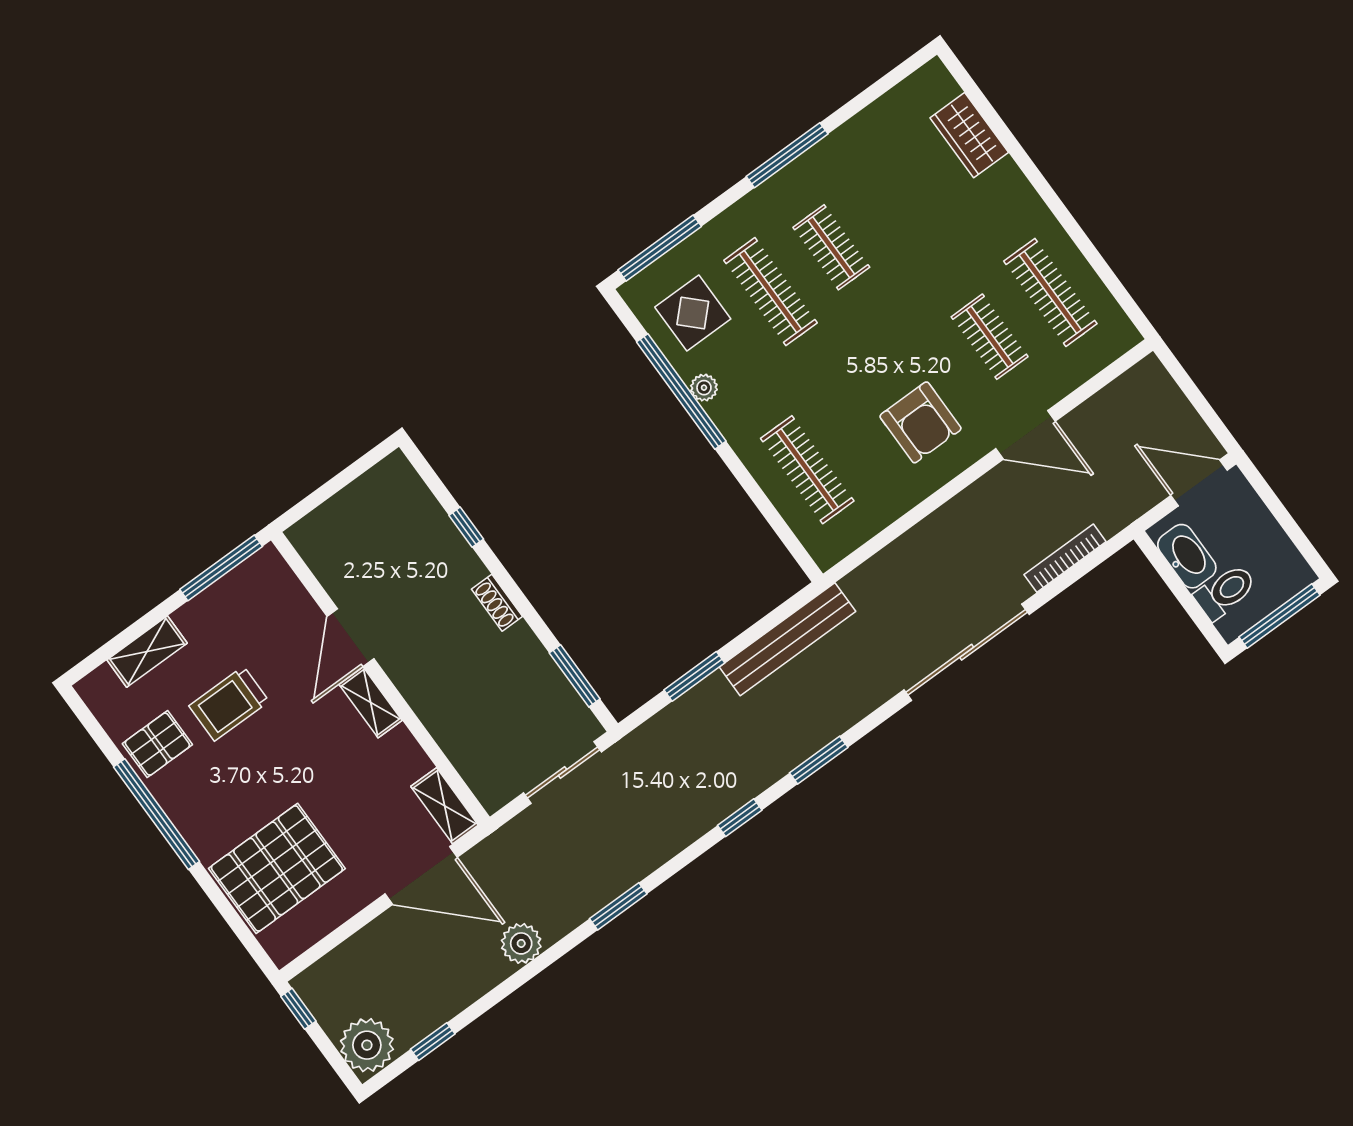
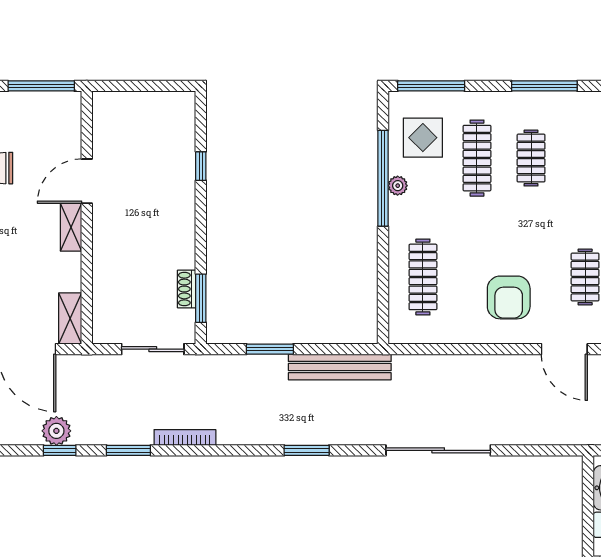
bookcase: (1065, 558) -> (185, 437), moved
shoe rack: (497, 603) -> (187, 289), moved
window: (740, 818) -> (60, 450), moved

